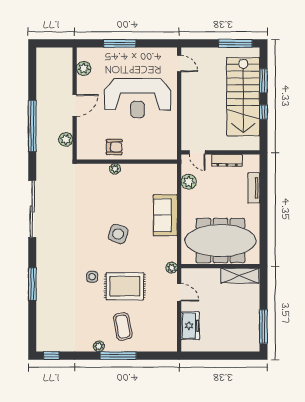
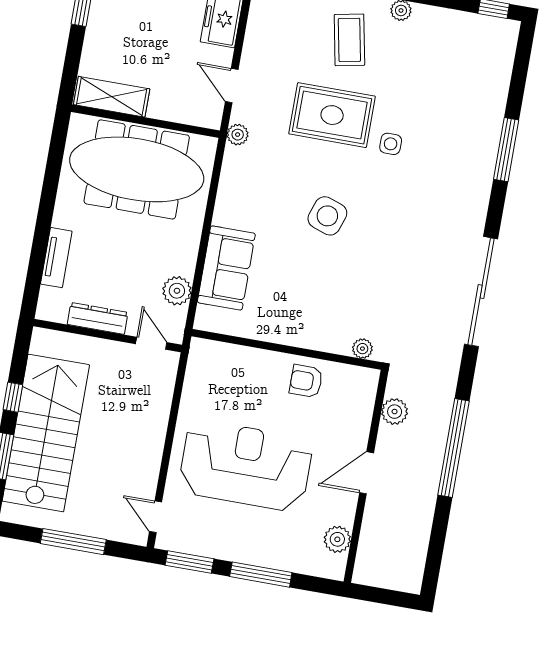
window: (158, 43) -> (189, 562), added
window: (235, 43) -> (73, 542), moved
plant: (115, 169) -> (362, 349), moved
sofa: (165, 215) -> (226, 268), moved

